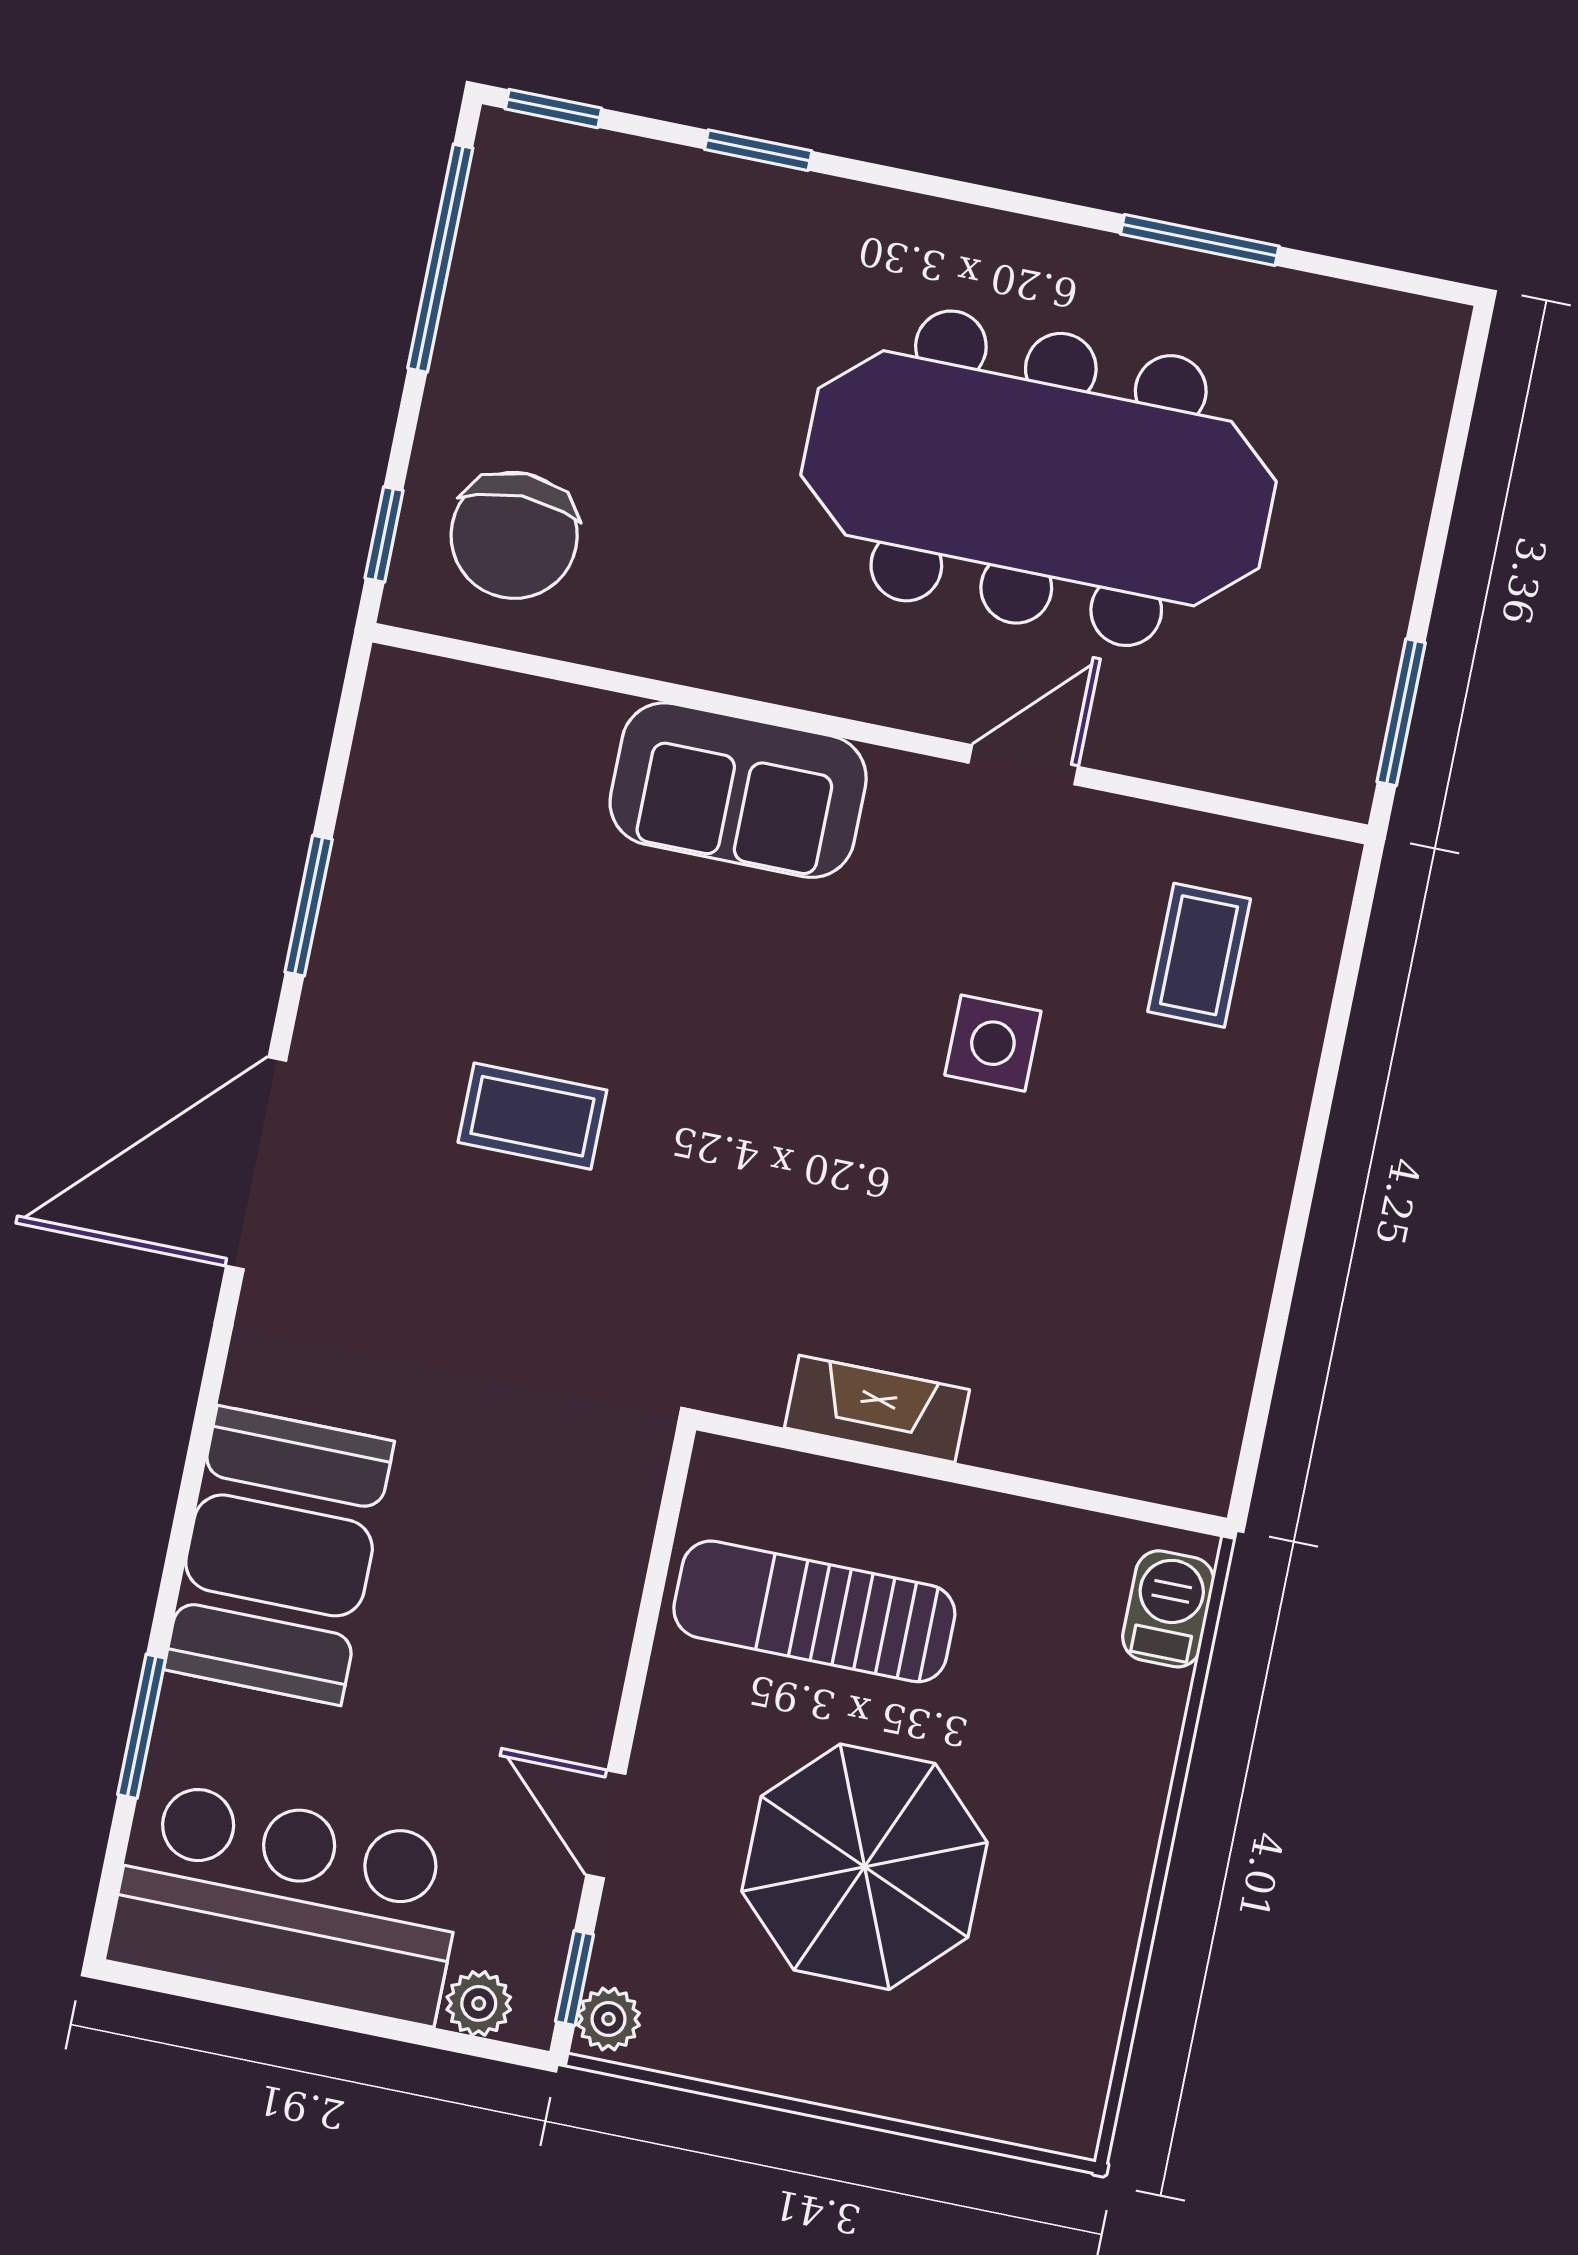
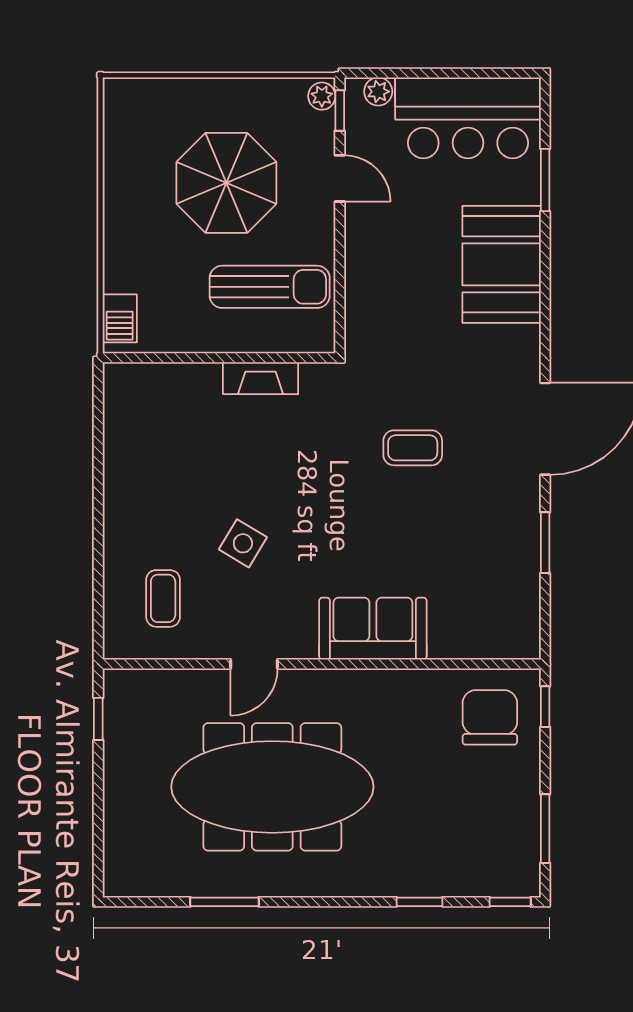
window: (440, 258) -> (545, 829), width x0.69
window: (1401, 712) -> (98, 719), width x0.67
side table: (993, 1043) -> (243, 543), turned 31
coffee table: (532, 1116) -> (413, 448), moved

